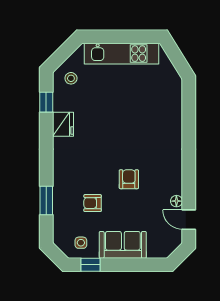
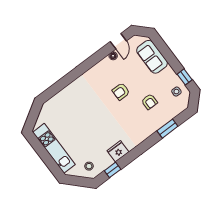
sofa: (123, 245) -> (152, 57), moved

